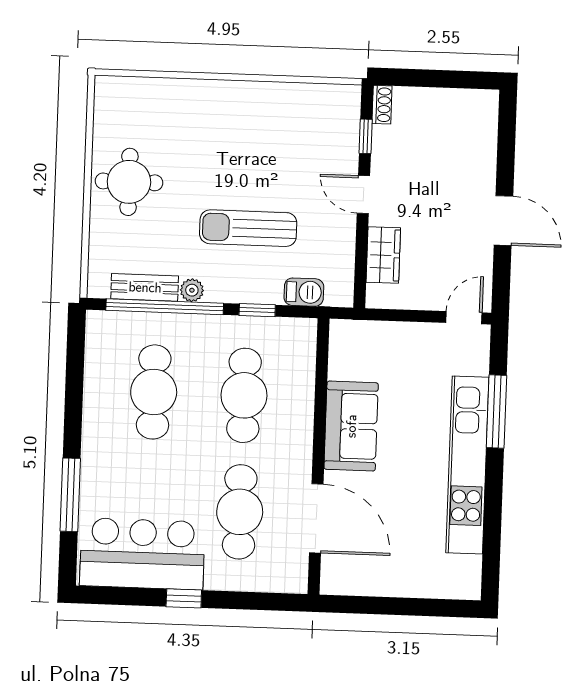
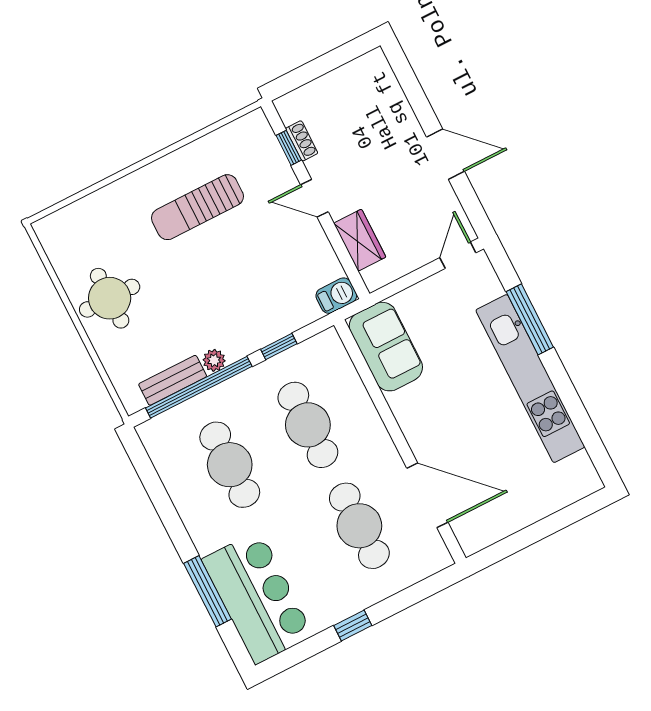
shoe rack: (382, 105) -> (302, 141), moved
sun lounger: (248, 228) -> (197, 207), moved
barbecue: (304, 292) -> (336, 296), moved
sofa: (351, 426) -> (386, 347), moved
bar counter: (142, 554) -> (257, 597), moved, turned 90

